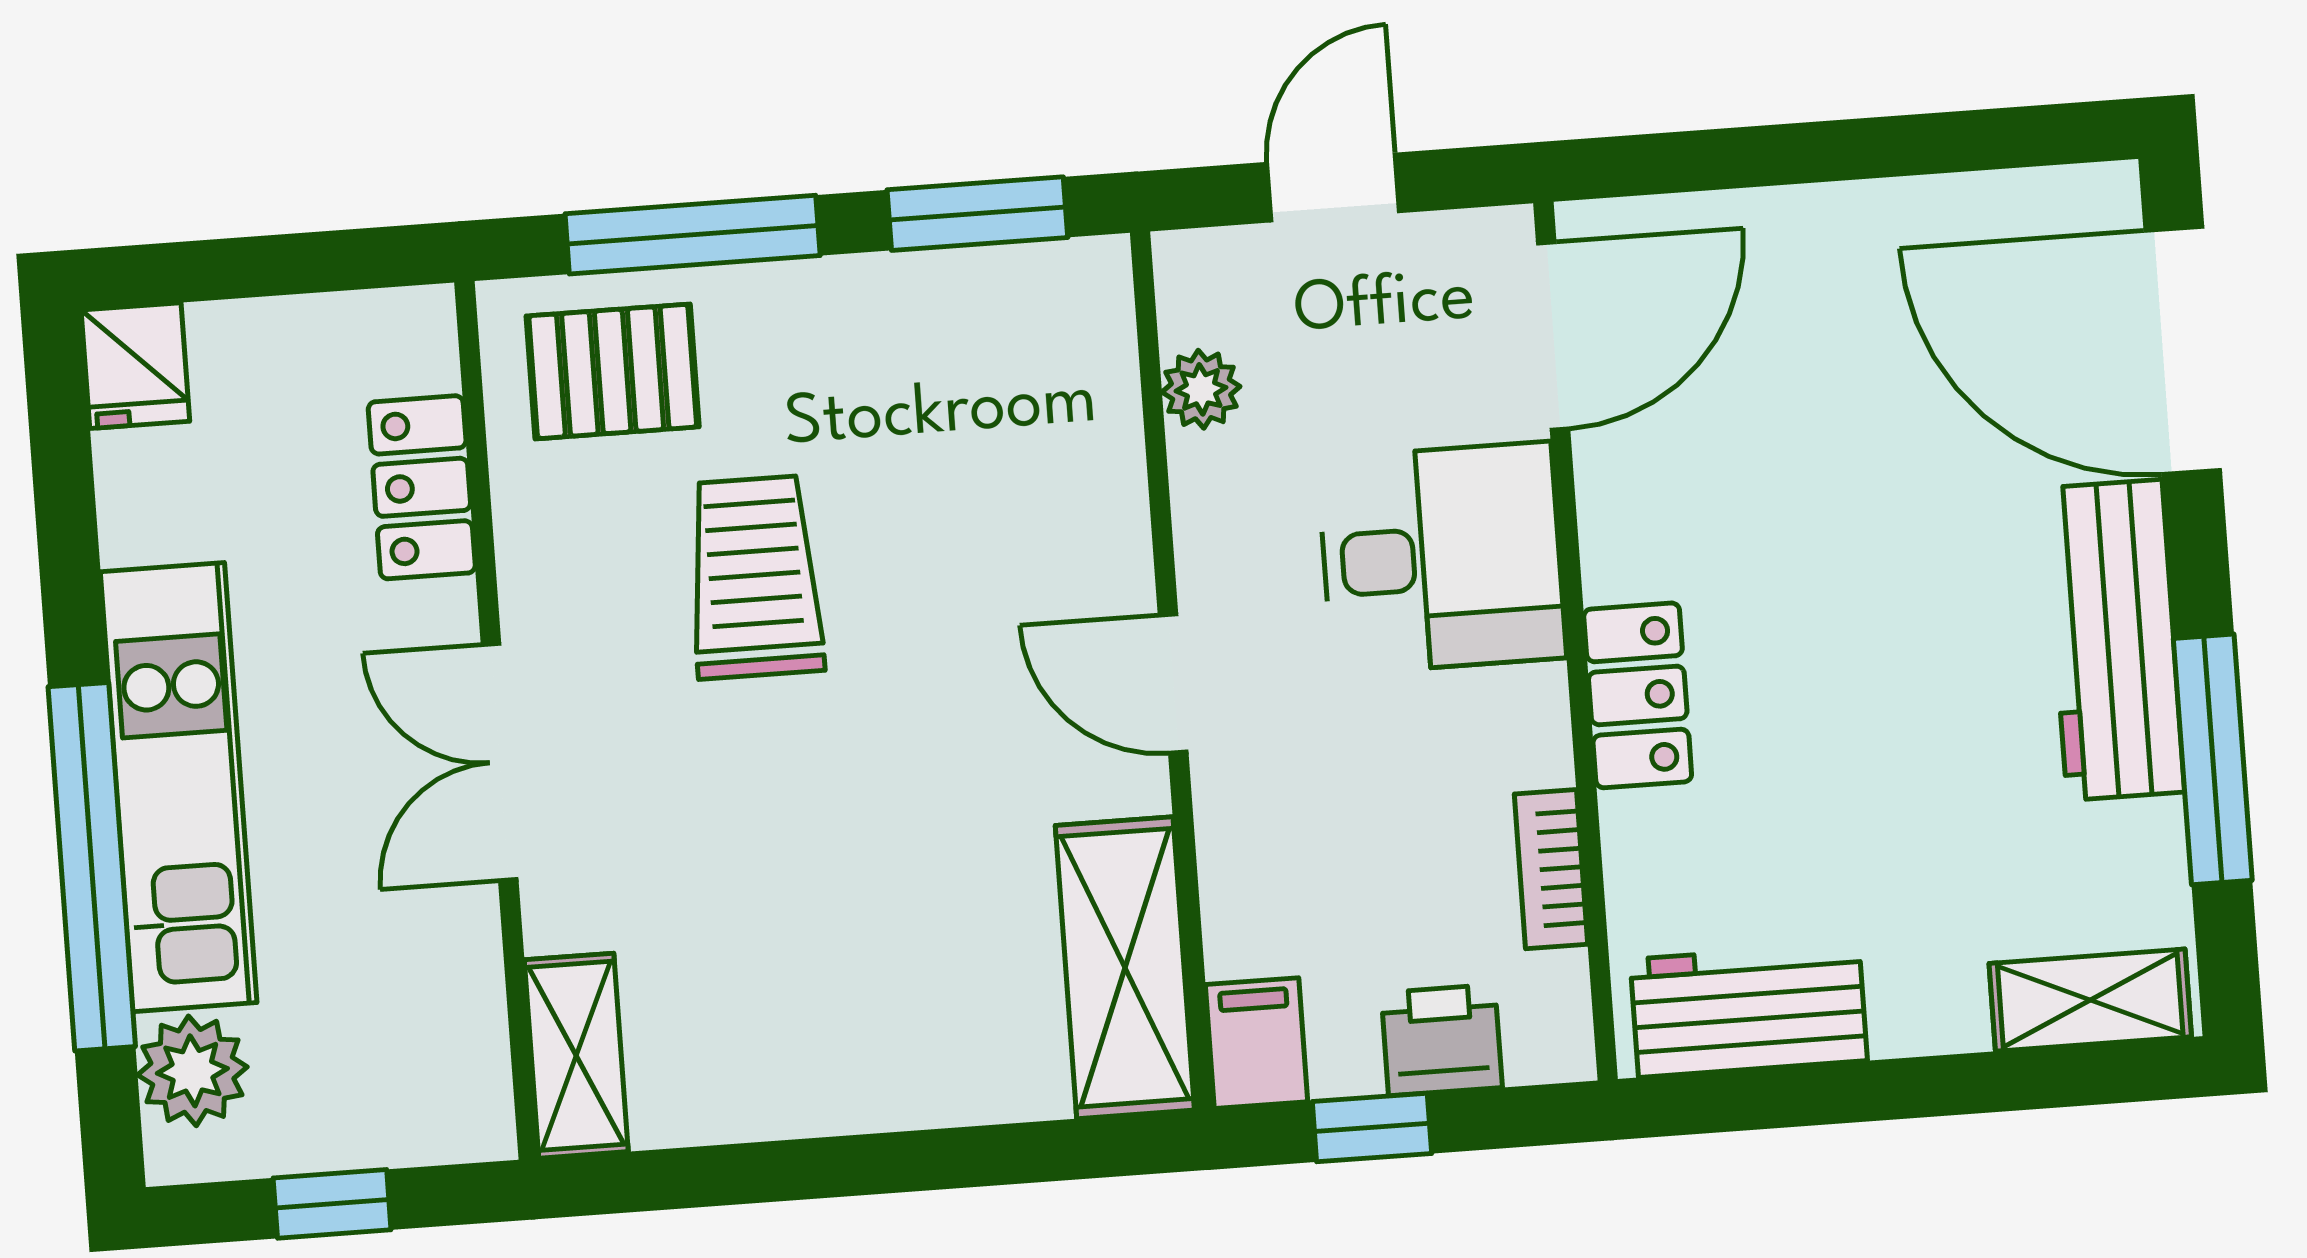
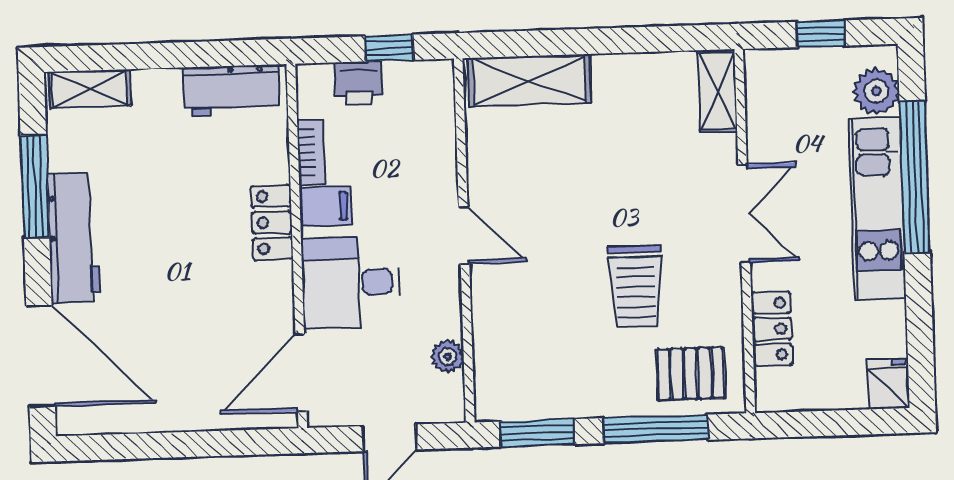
shelving: (1125, 968) -> (529, 80), moved, turned 90
filing cabinet: (1257, 1043) -> (325, 206), moved, turned -90

